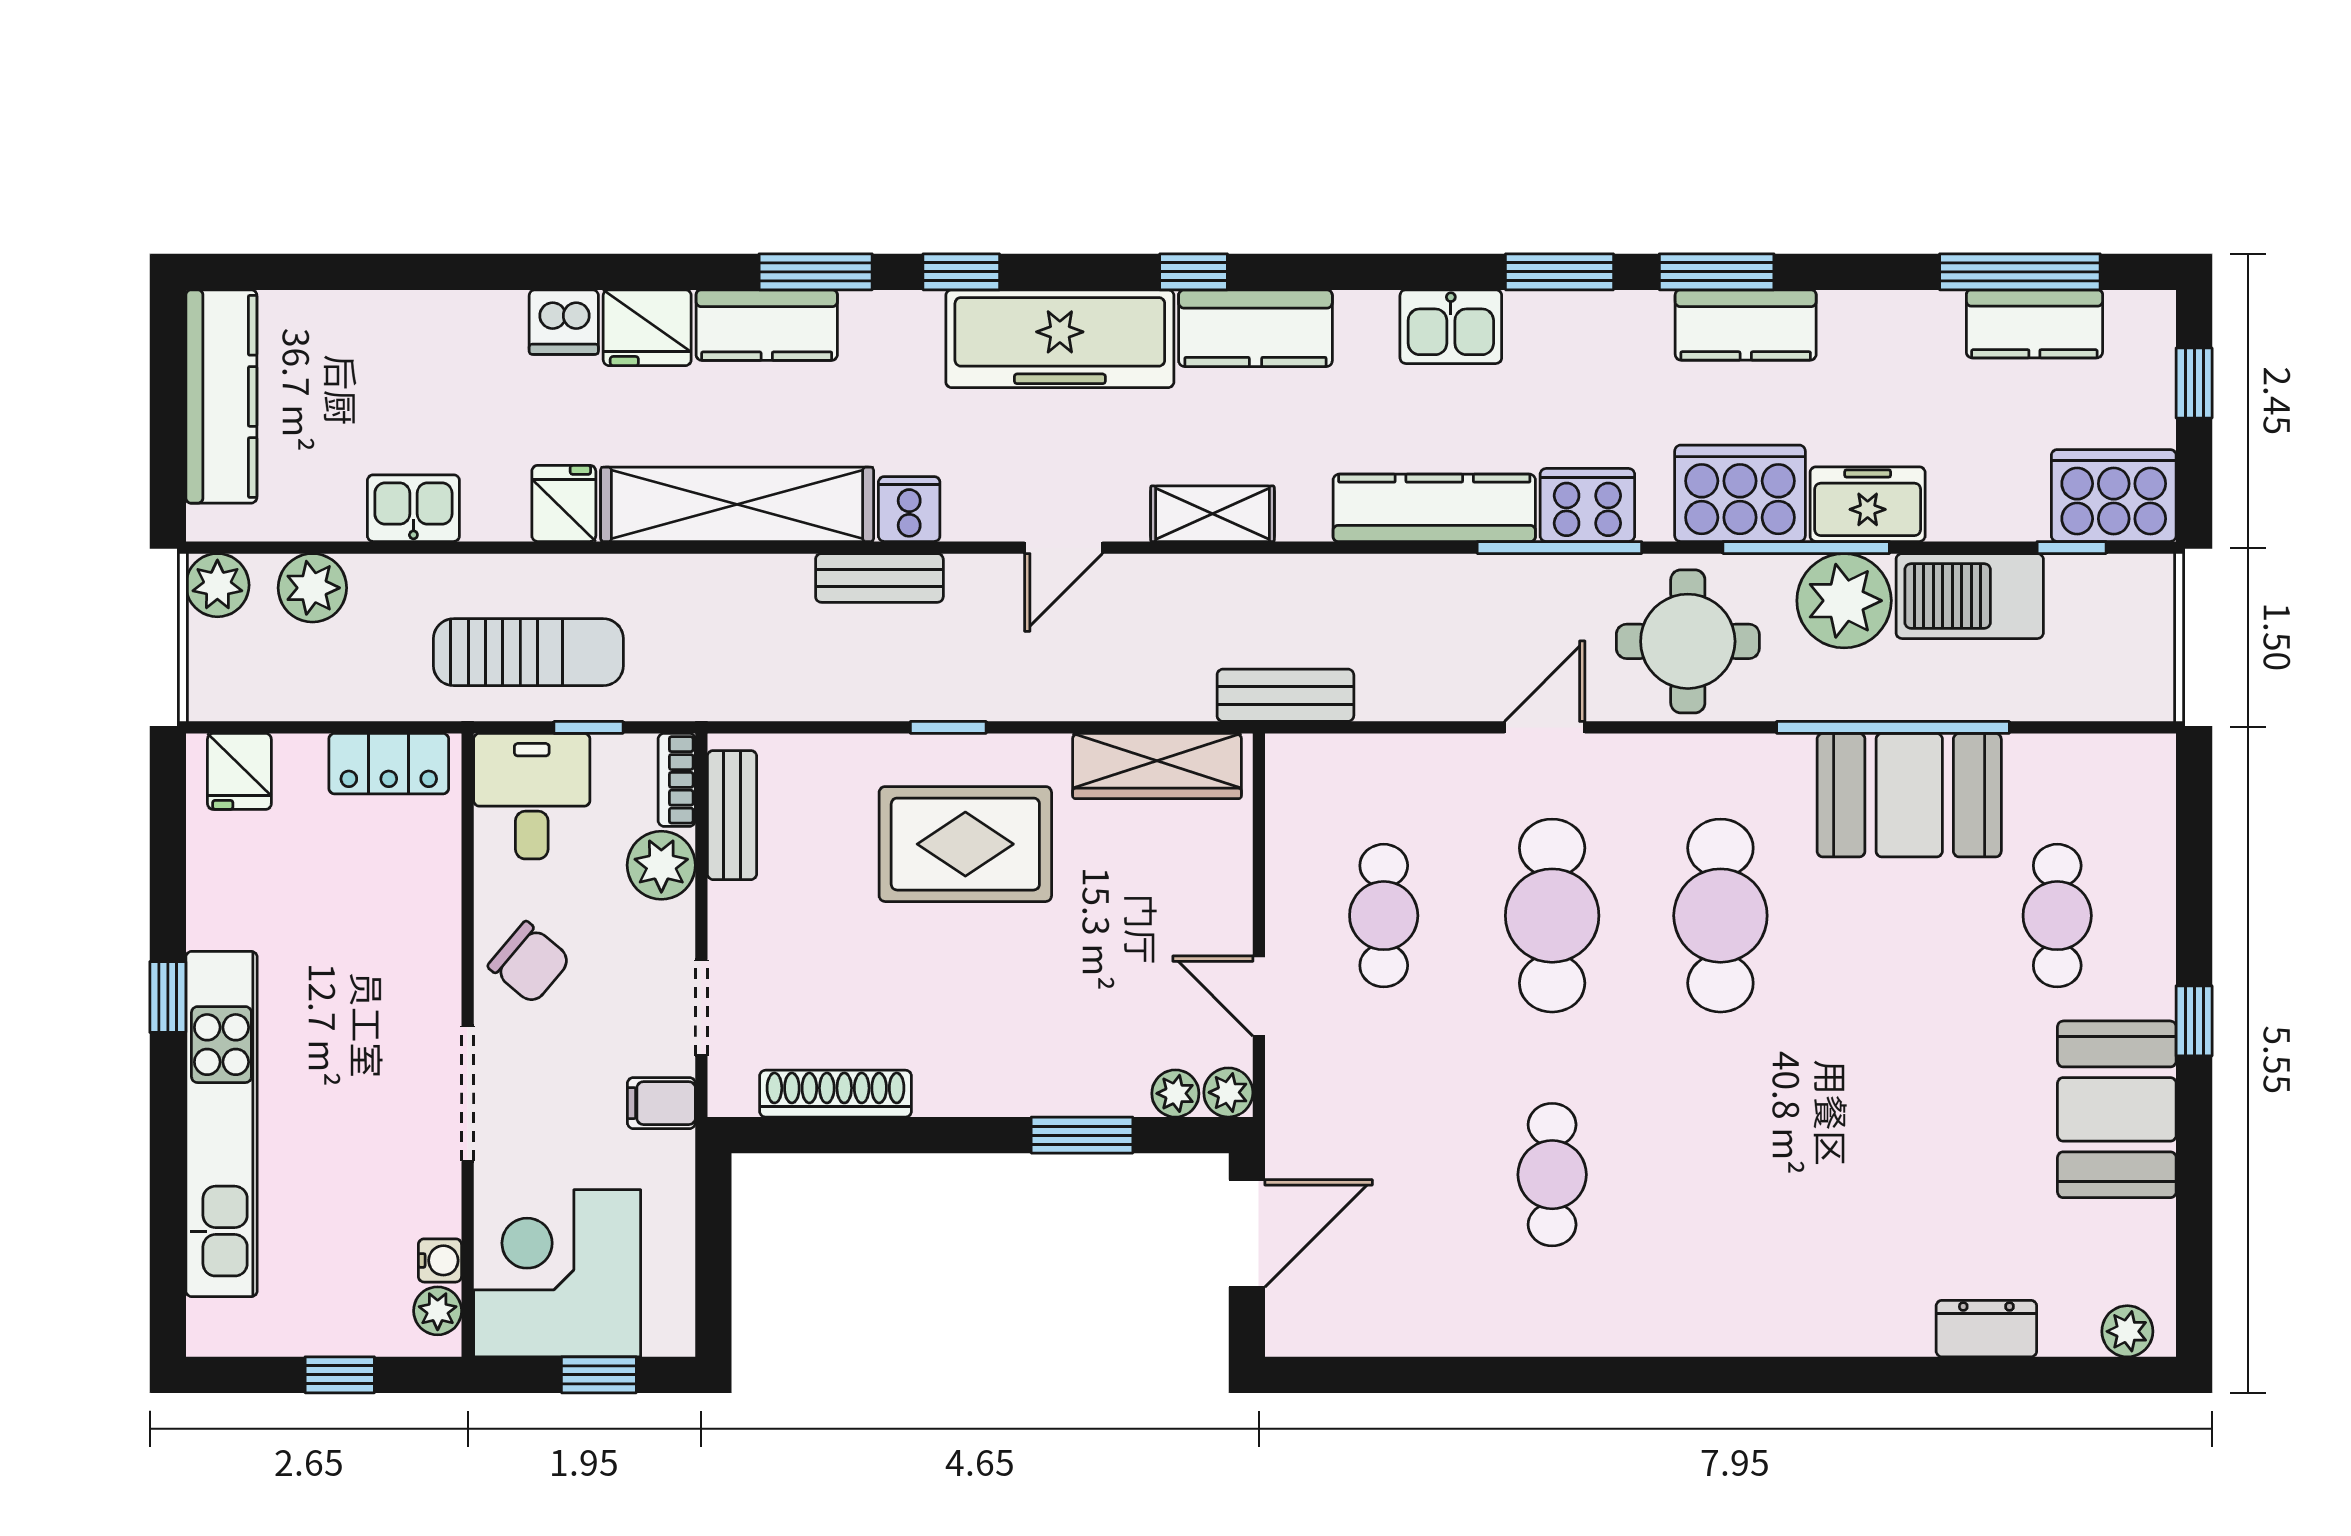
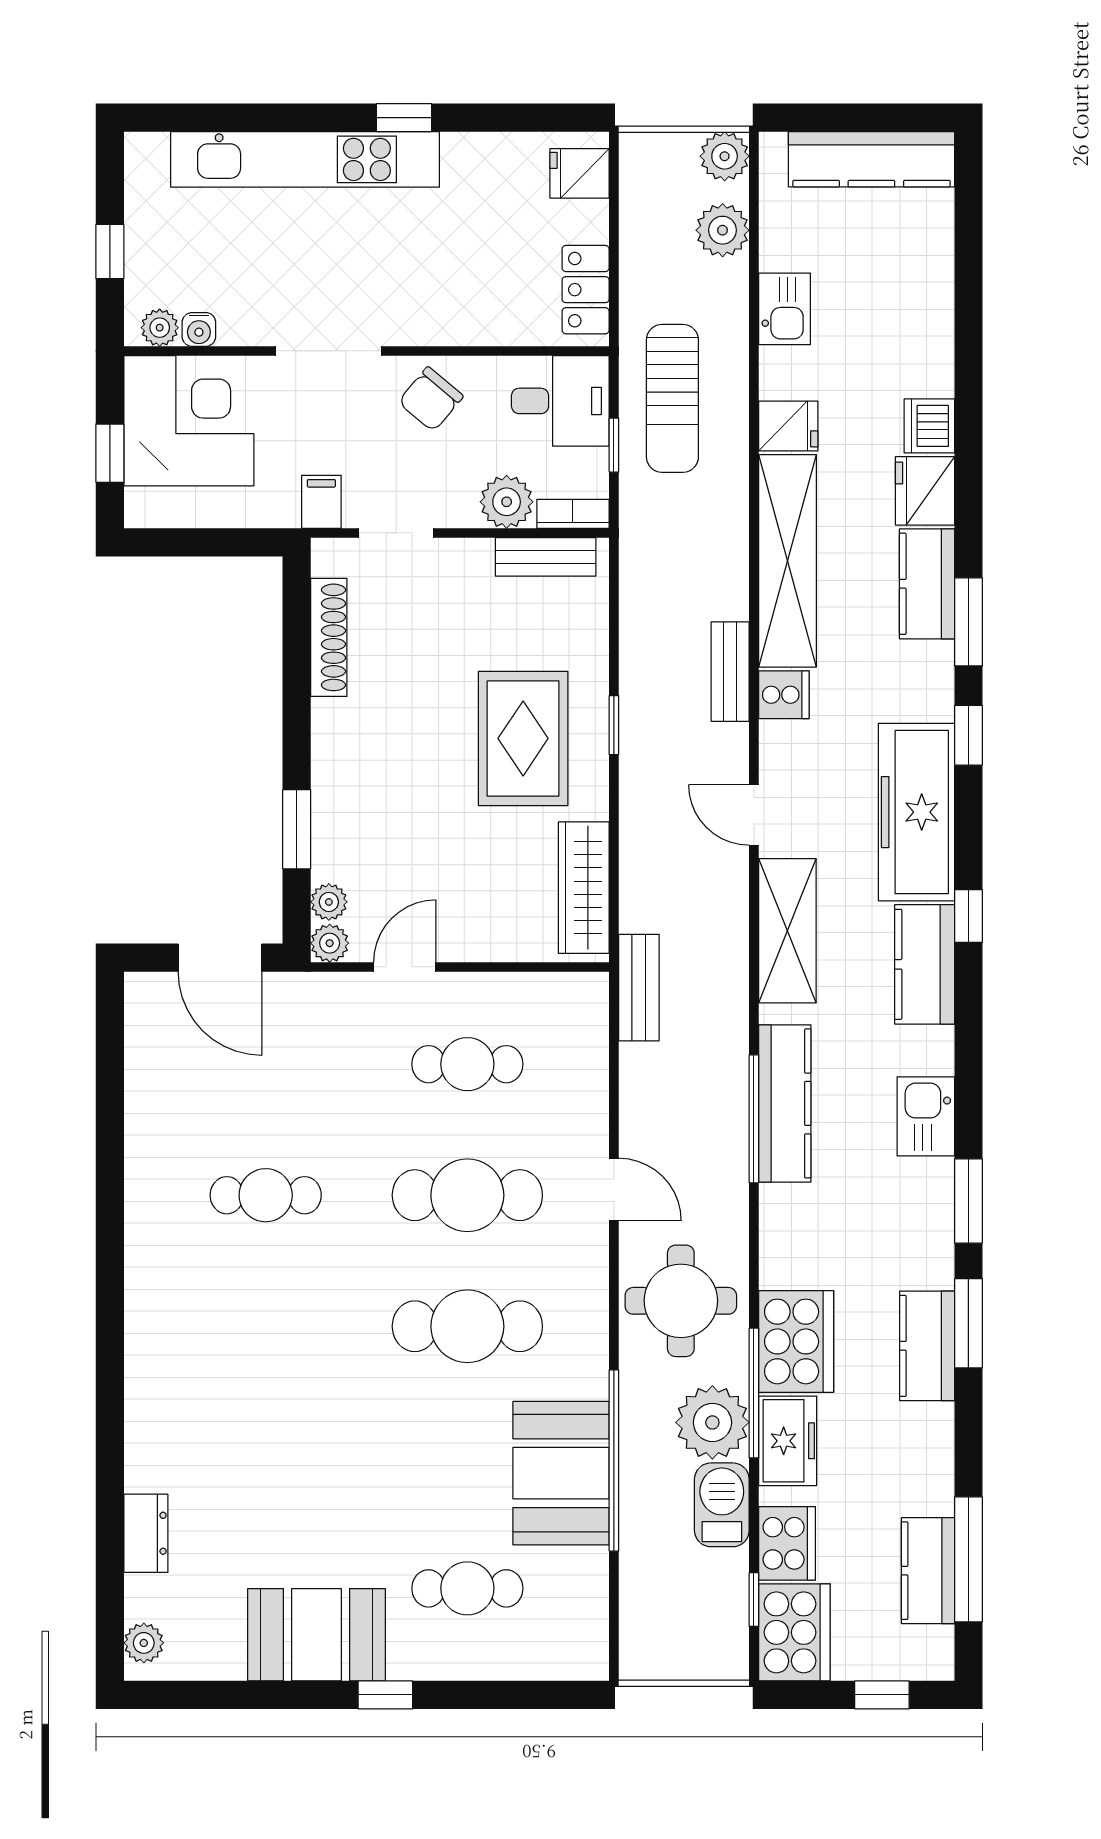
cooker: (1587, 505) -> (787, 1543), moved
shelving: (1212, 514) -> (787, 931), width x1.50, depth x1.33
window: (1559, 548) -> (754, 1119), moved
barbecue: (1970, 596) -> (722, 1505), width x0.73, depth x0.83

